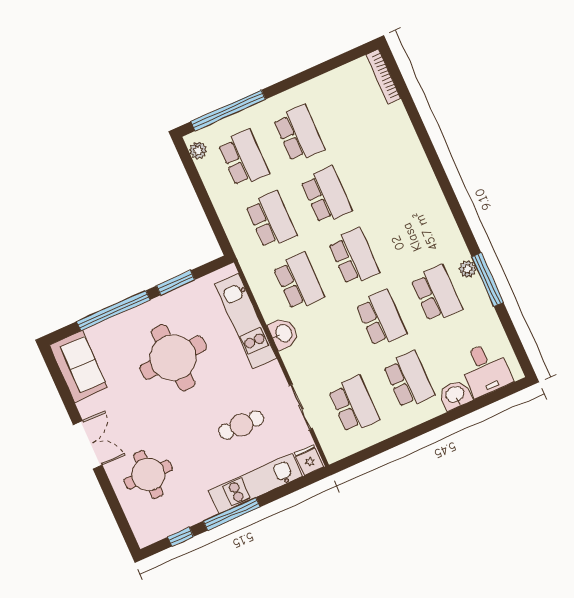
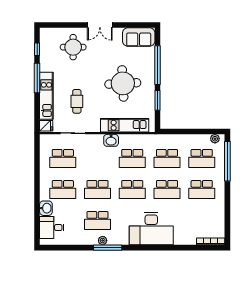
desk: (408, 192) -> (151, 229), added
window: (488, 280) -> (108, 248), moved

